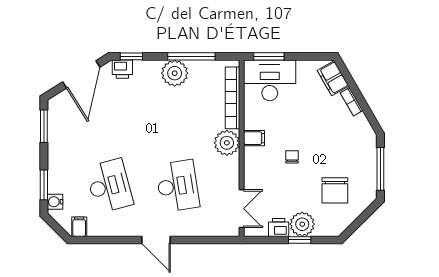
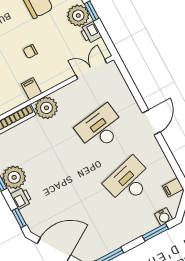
printer: (122, 69) -> (21, 198), moved

